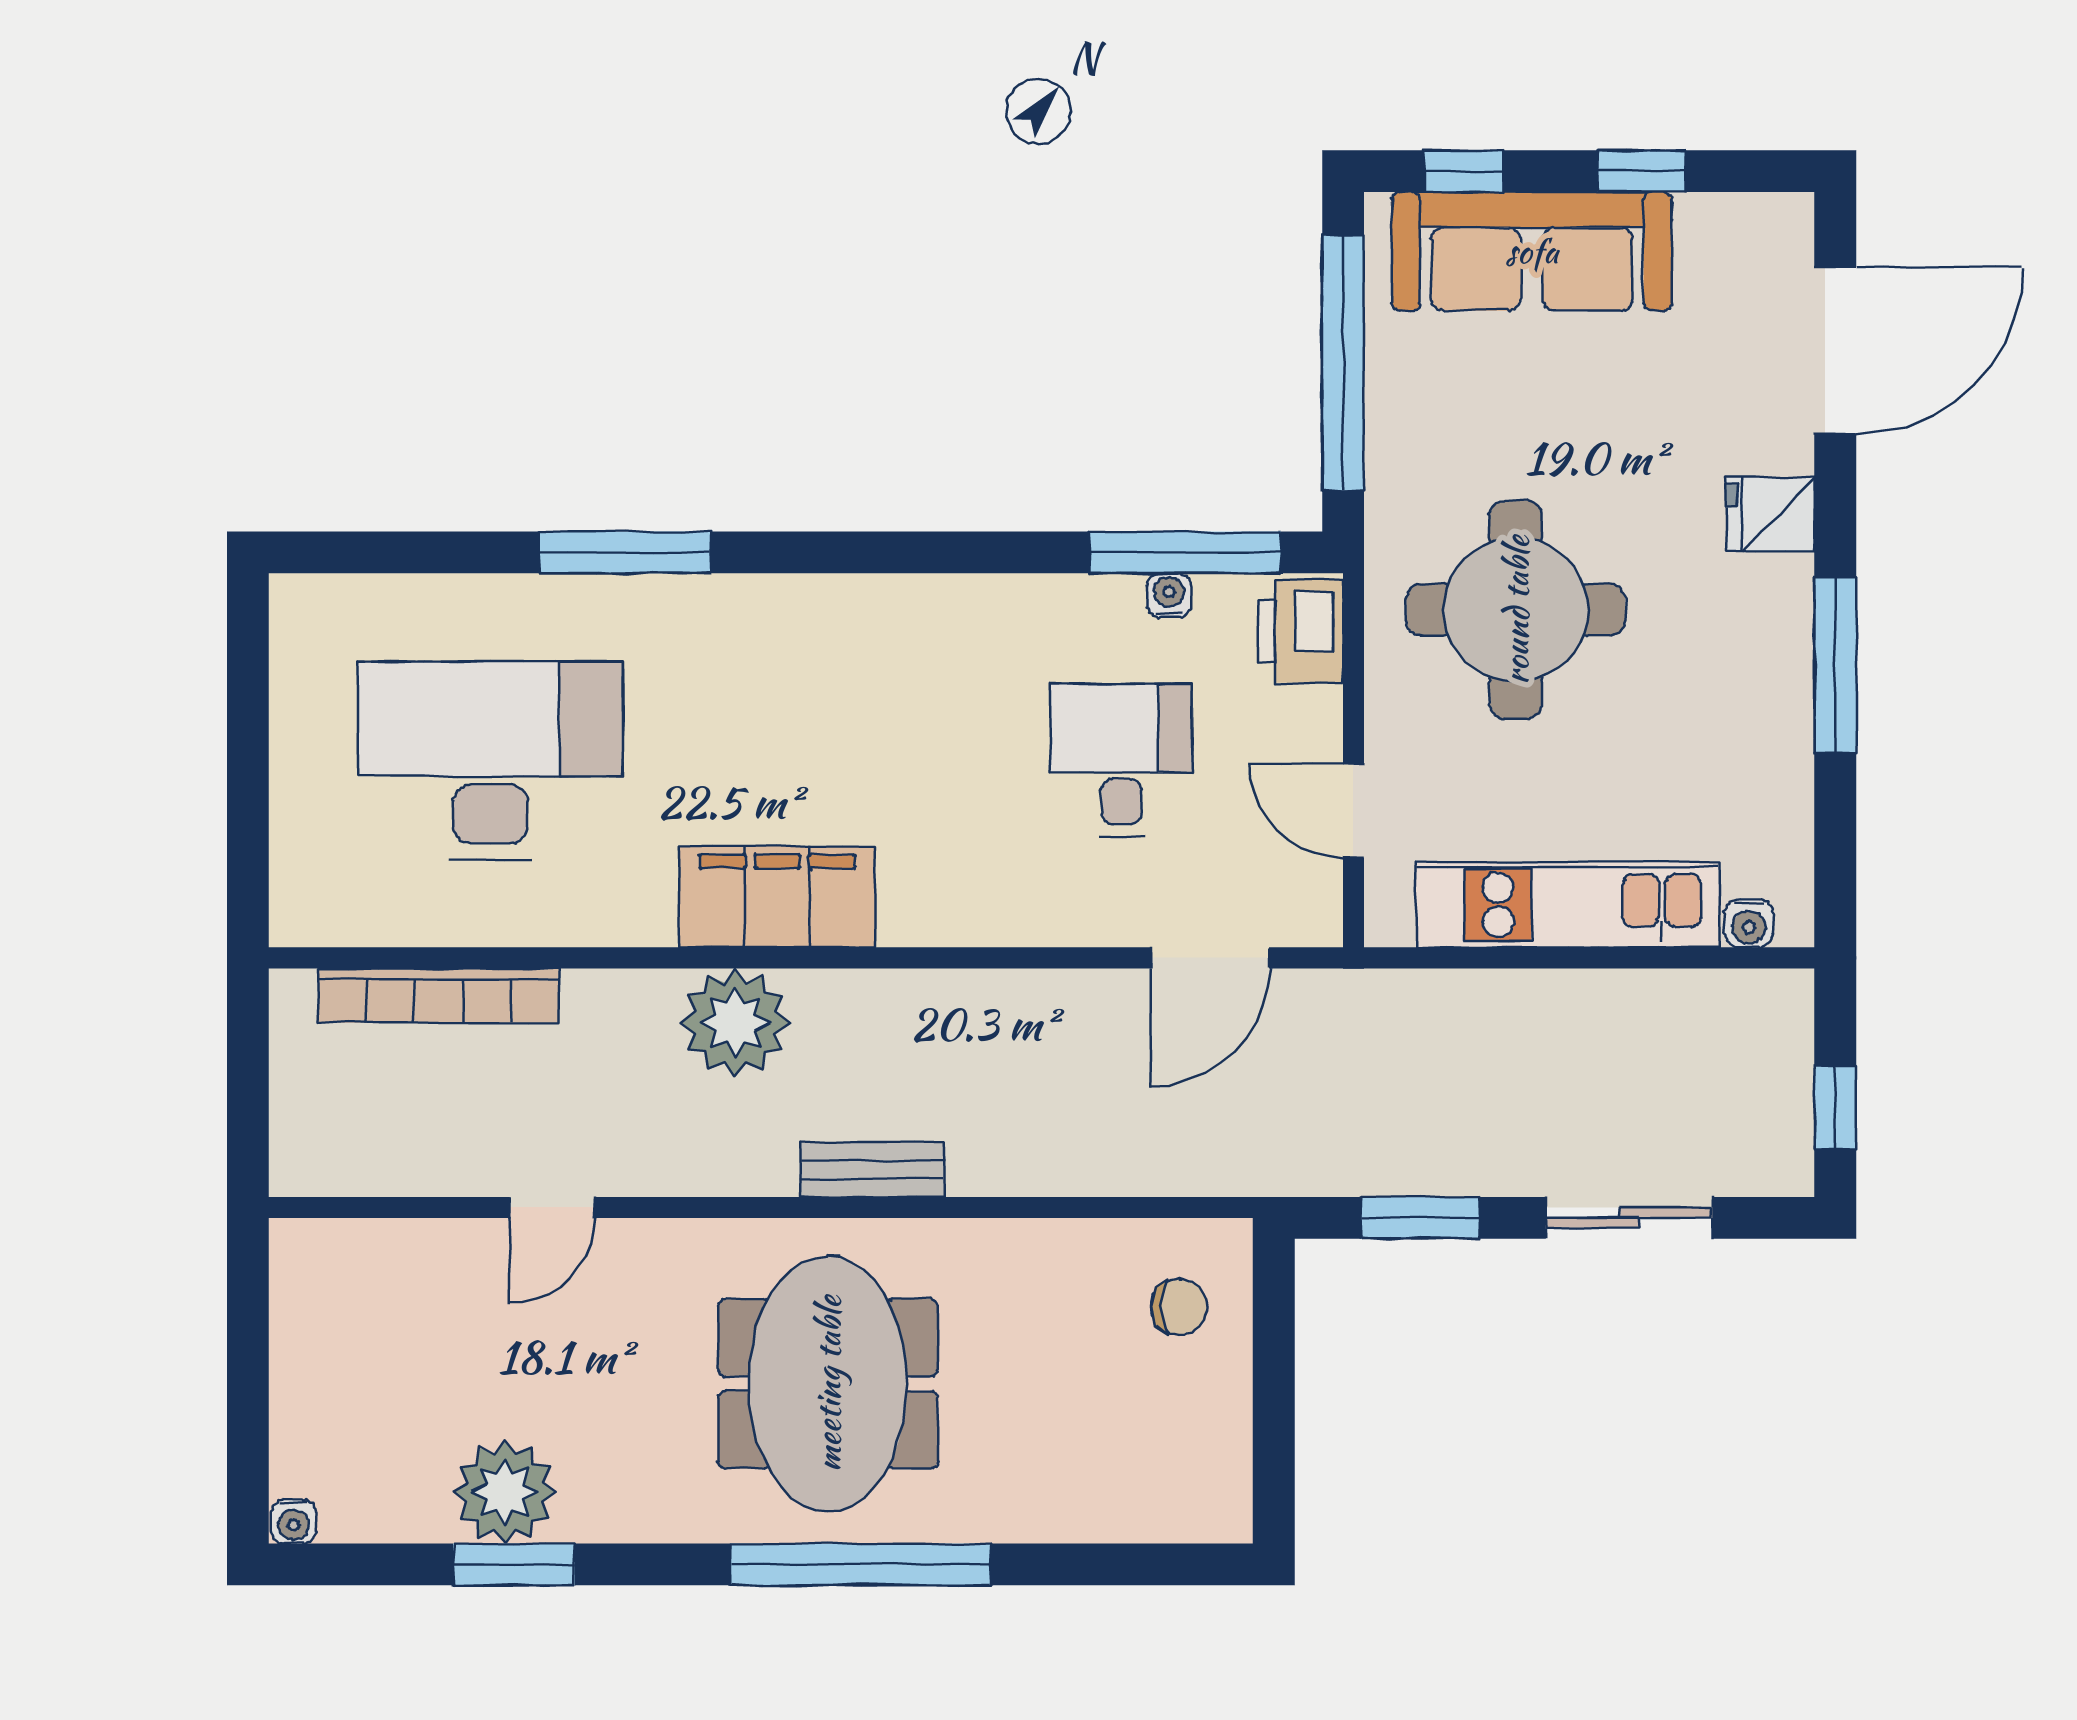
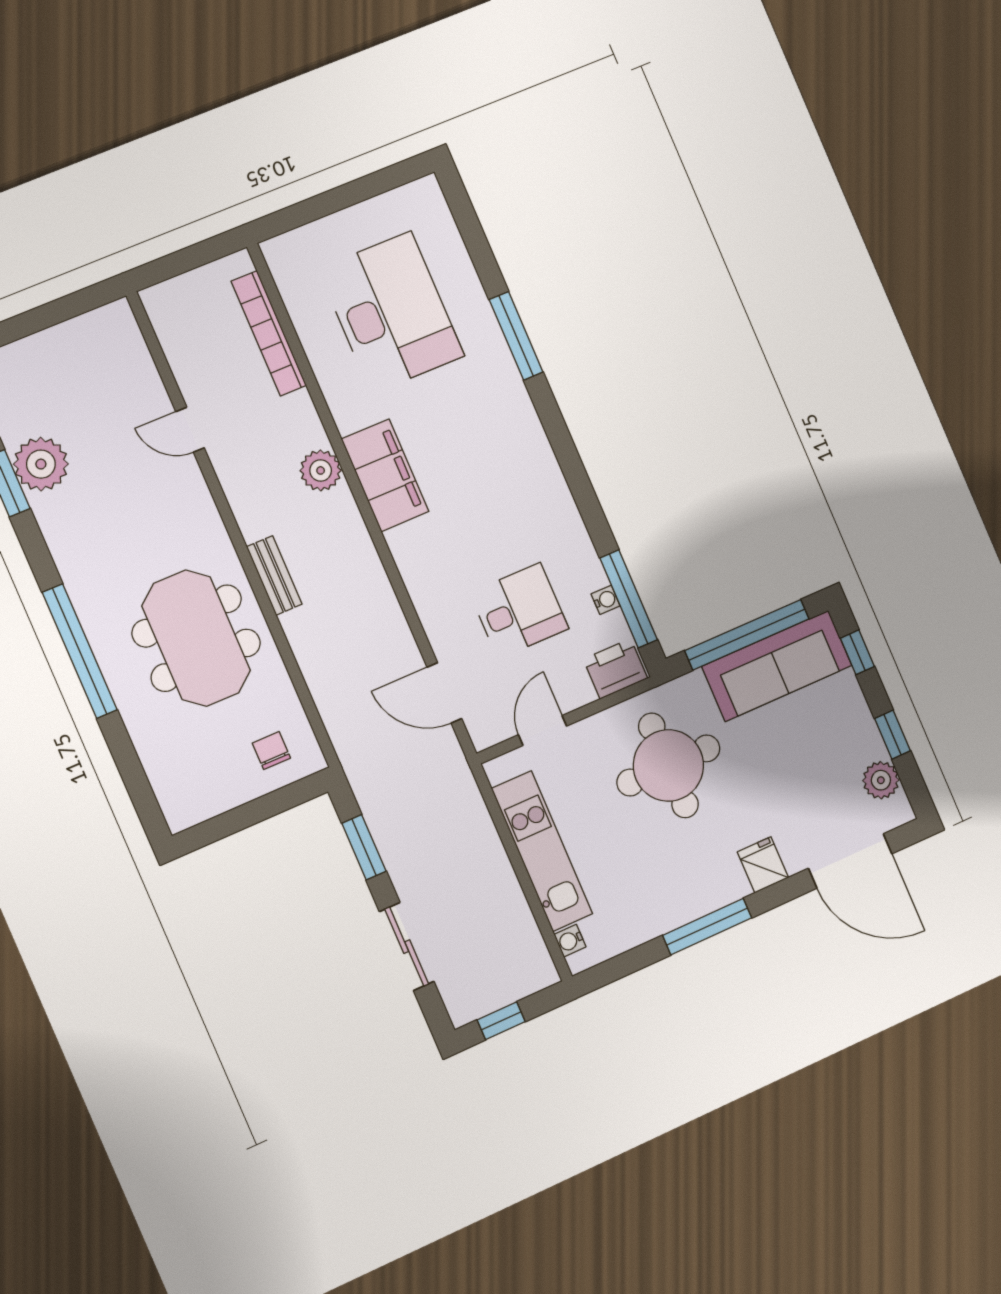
plant: (1714, 229) -> (881, 780), added
sofa: (1532, 251) -> (777, 666), moved, turned -90
plant: (735, 1023) -> (321, 470), width x0.73, depth x0.73
chair: (1179, 1307) -> (271, 751), turned 180
meeting table: (828, 1384) -> (196, 638), moved, turned 90

